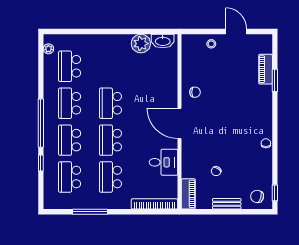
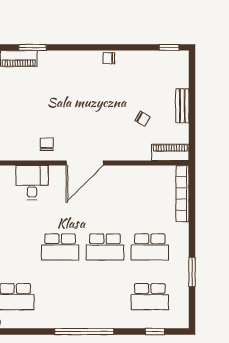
school desk: (70, 103) -> (60, 297), removed
school desk: (70, 140) -> (105, 297), removed
desk: (163, 162) -> (32, 183), moved
window: (41, 163) -> (155, 332), moved
chair: (257, 196) -> (173, 69), removed
window: (90, 212) -> (192, 272), width x0.69

